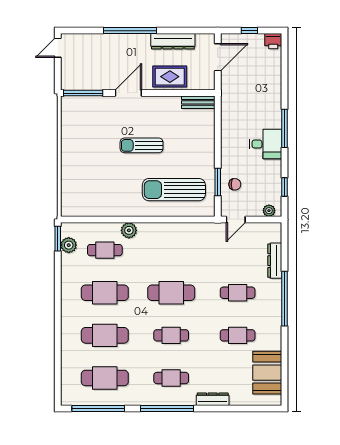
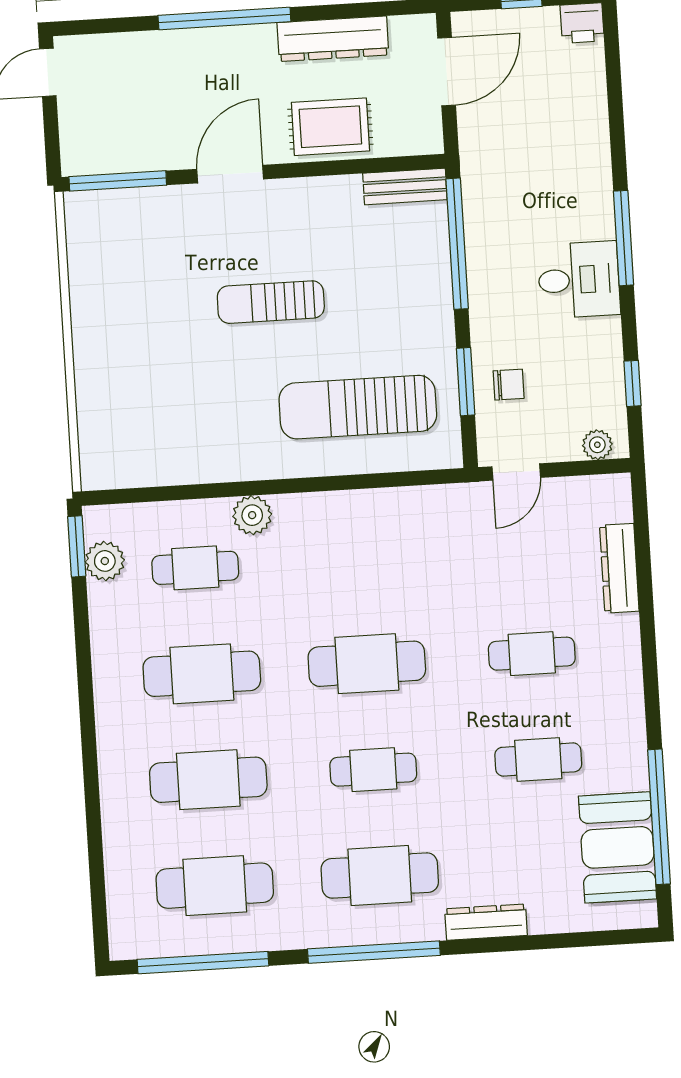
window: (218, 127) -> (457, 244), added
window: (285, 299) -> (659, 817), moved
cafe table: (171, 378) -> (380, 876), width x1.37, depth x1.35

